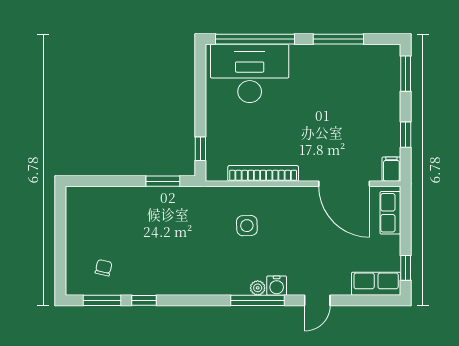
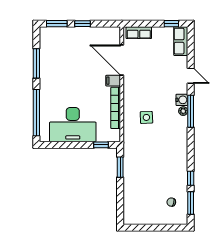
desk: (250, 73) -> (73, 125), moved, turned -90
window: (406, 135) -> (82, 24), moved
filing cabinet: (391, 169) -> (113, 81), moved
door: (344, 184) -> (122, 60), swing flipped

